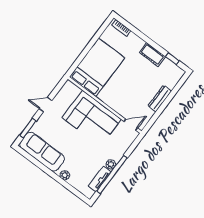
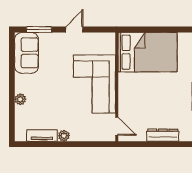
door: (45, 105) -> (74, 30), hinge flipped
sofa: (42, 152) -> (27, 53), width x0.73
window: (112, 175) -> (55, 144), removed

